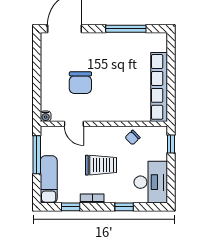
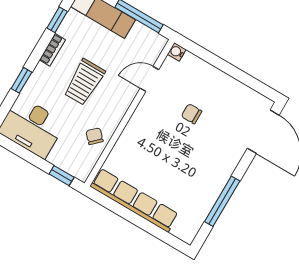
chair: (80, 83) -> (192, 114), width x0.54, depth x0.54

